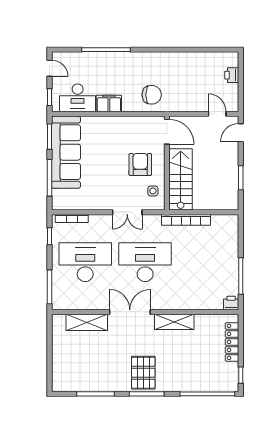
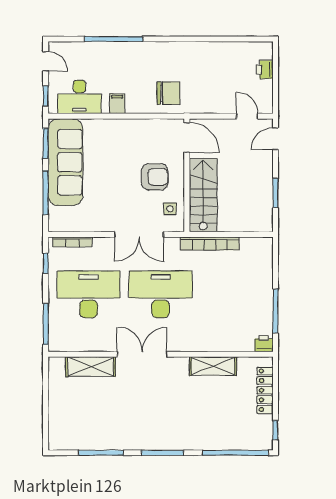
filing cabinet: (109, 104) -> (117, 104), width x0.50
armchair: (140, 164) -> (155, 177), turned 90
double door: (127, 212) -> (139, 234), width x1.37
shelving: (174, 322) -> (213, 366), moved
pallet: (143, 373) -> (158, 427), removed

